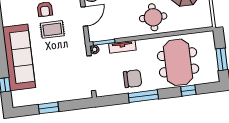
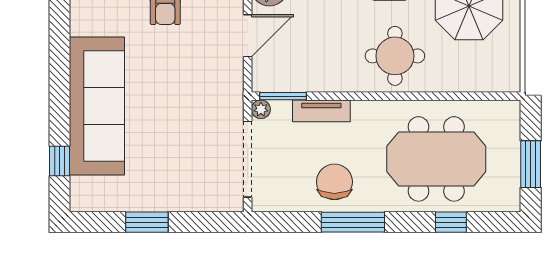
rug: (52, 29) -> (176, 55), removed
meeting table: (178, 62) -> (436, 159), turned 90
chair: (133, 79) -> (334, 182), turned -90

